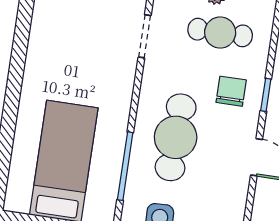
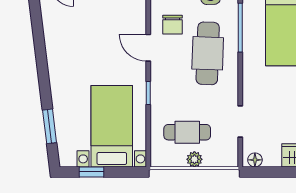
chair: (231, 91) -> (173, 25), moved

